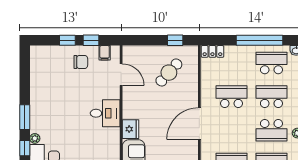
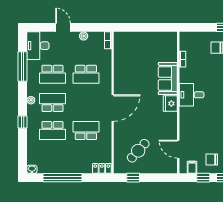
school desk: (271, 63) -> (52, 159), removed
school desk: (231, 97) -> (86, 131), turned 180
desk: (105, 113) -> (192, 95), moved

